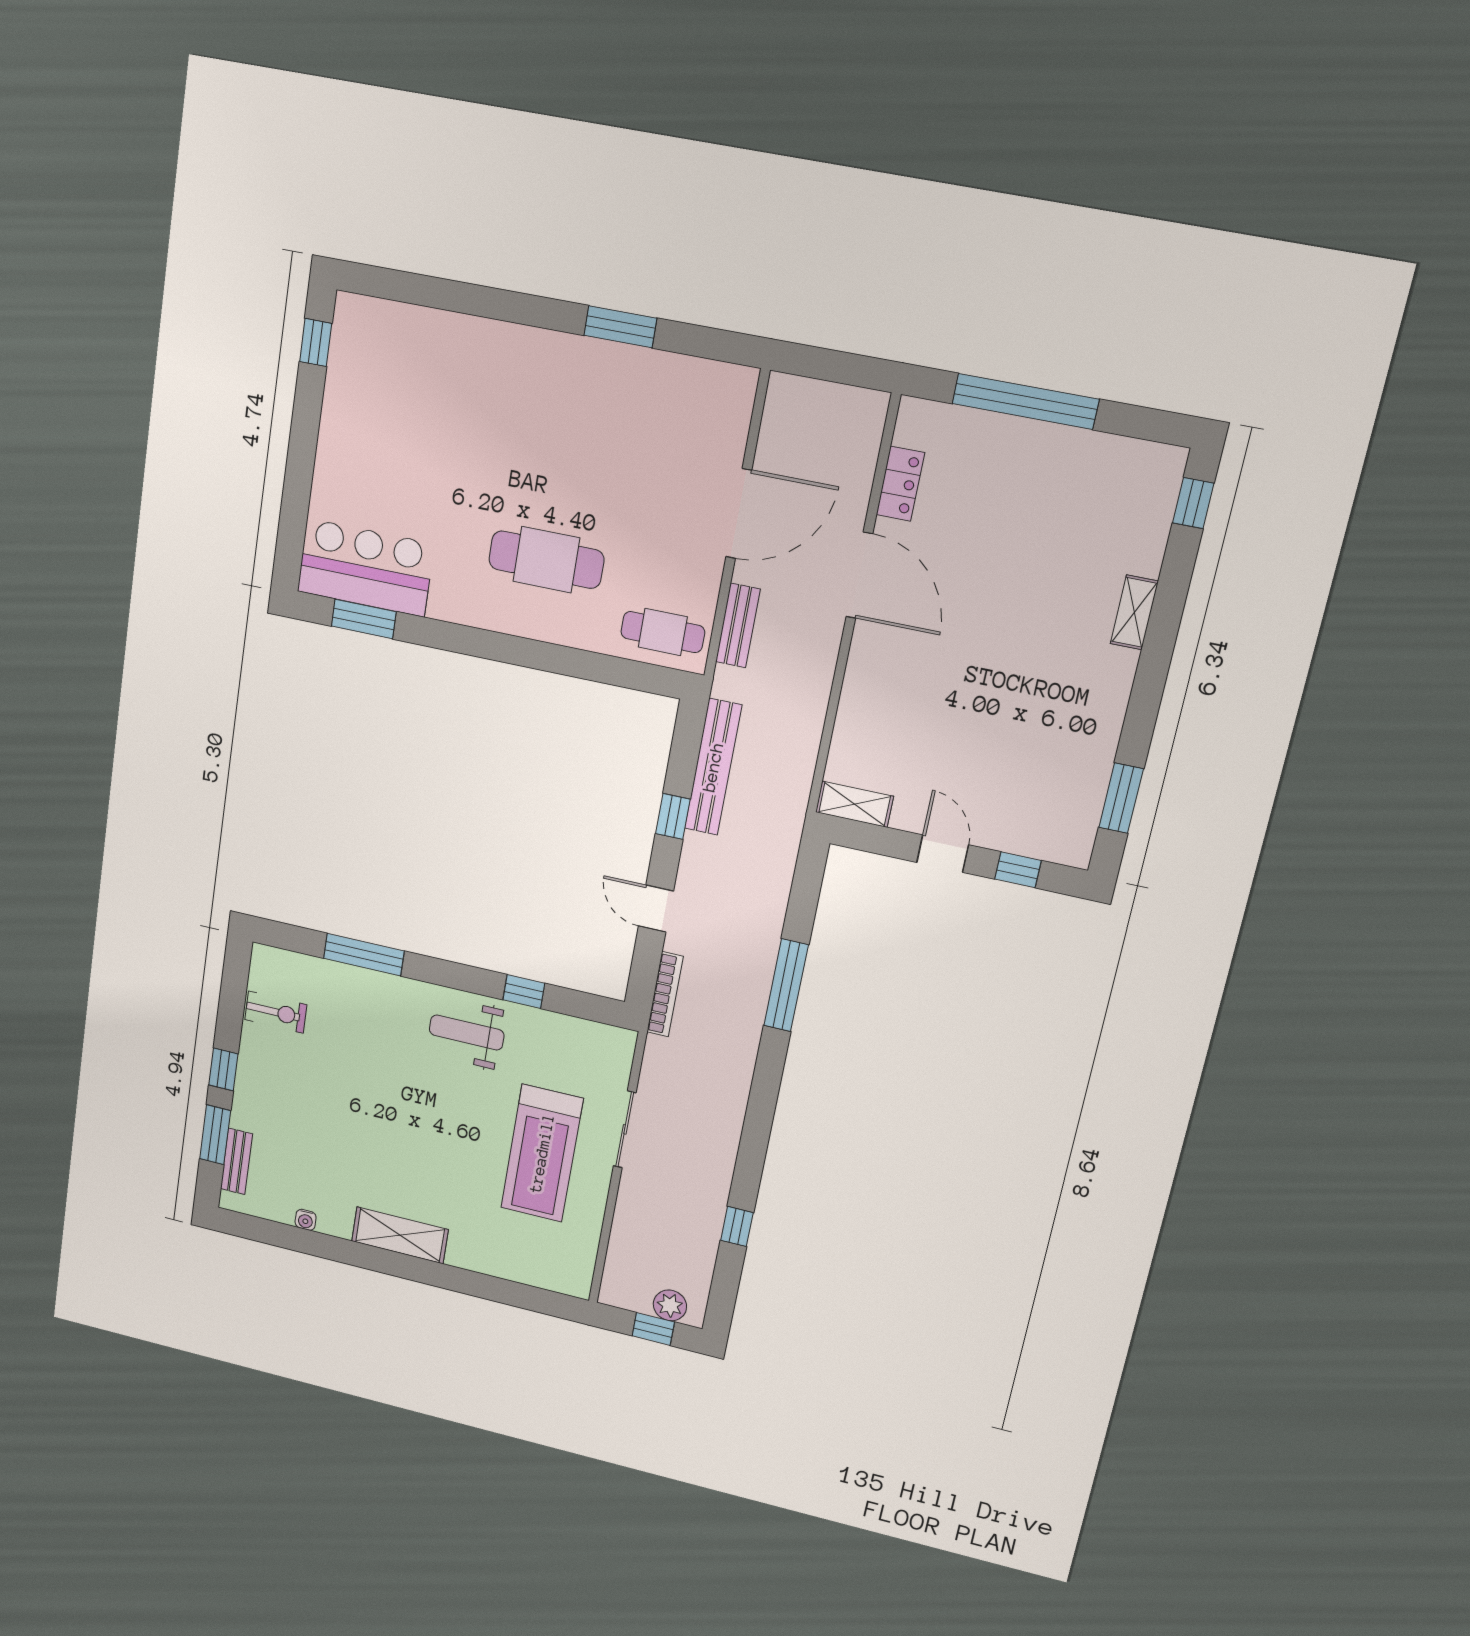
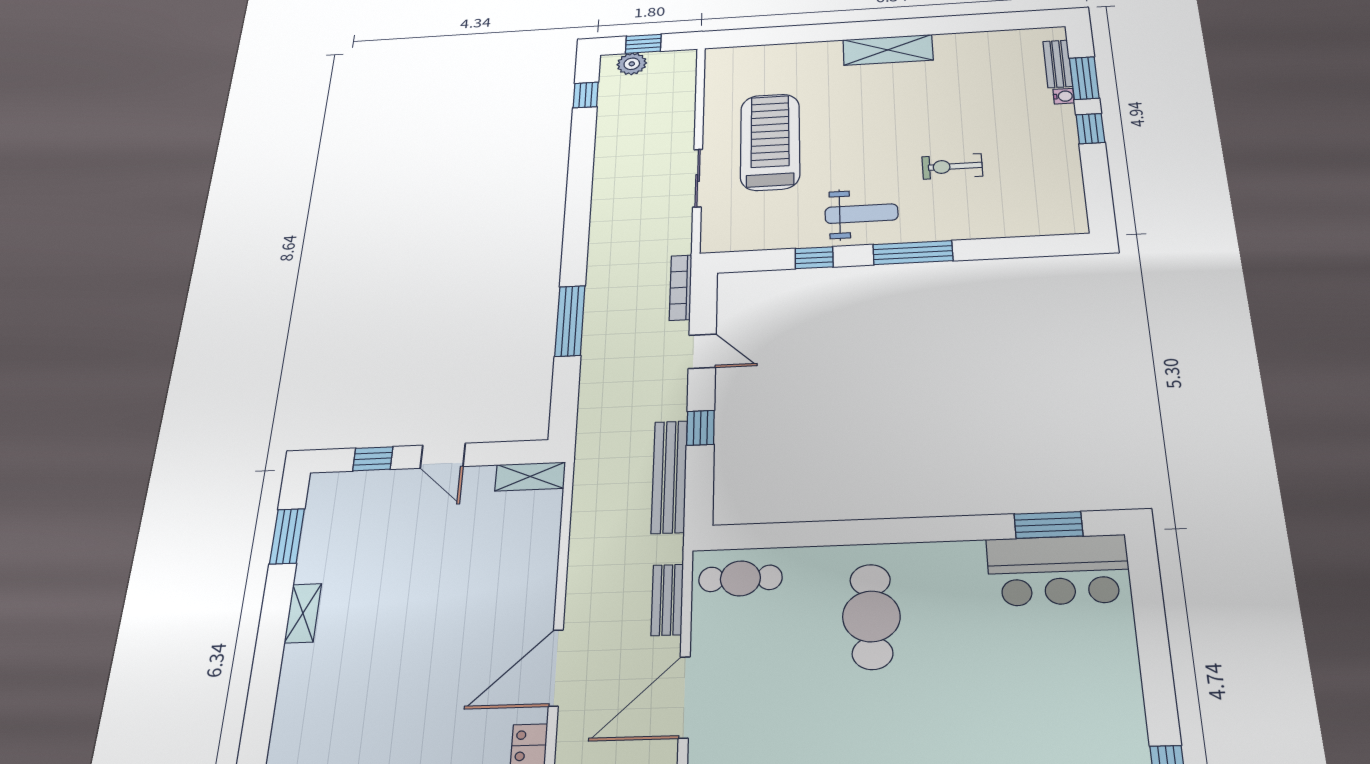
cafe table: (546, 560) -> (871, 616), turned 90
door: (859, 575) -> (556, 668), hinge flipped
shelving: (1134, 612) -> (303, 613), moved
window: (364, 955) -> (913, 253), moved
exercise bike: (276, 1012) -> (952, 166), moved
water cooler: (306, 1220) -> (1064, 96), moved, turned 90
window: (737, 1226) -> (586, 95), moved

